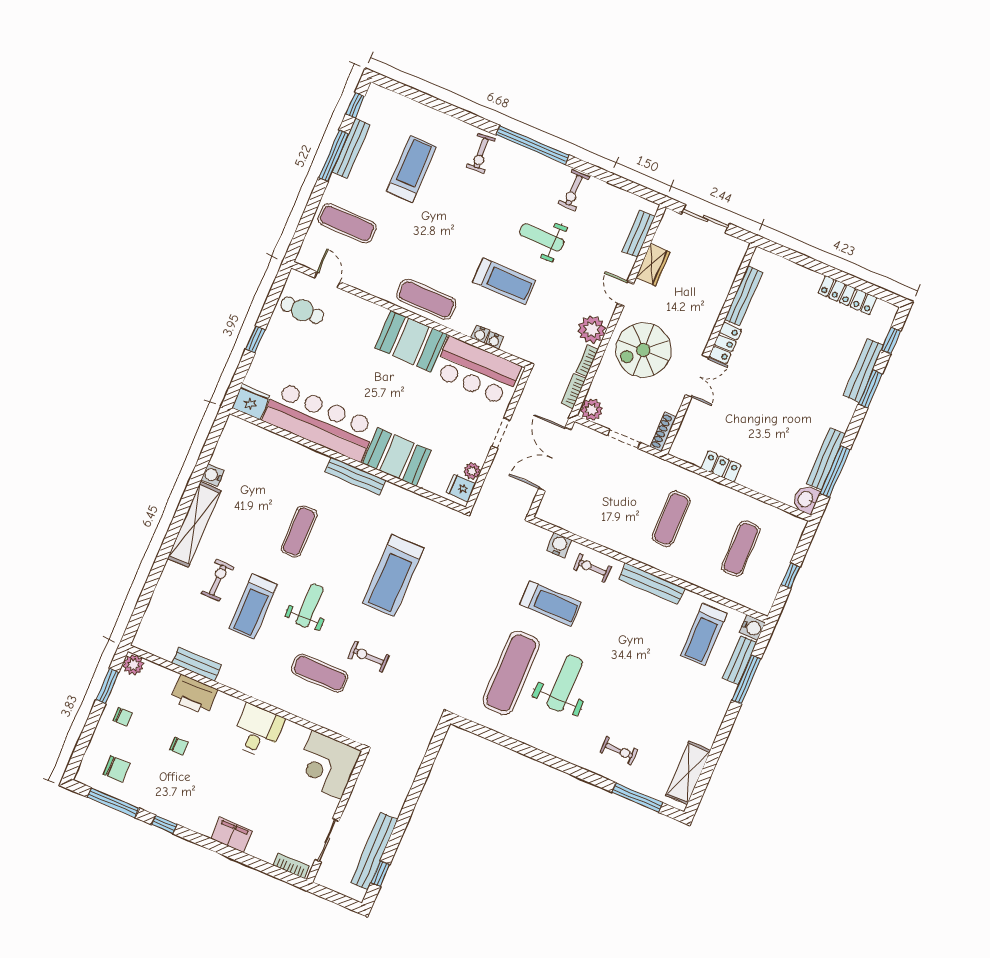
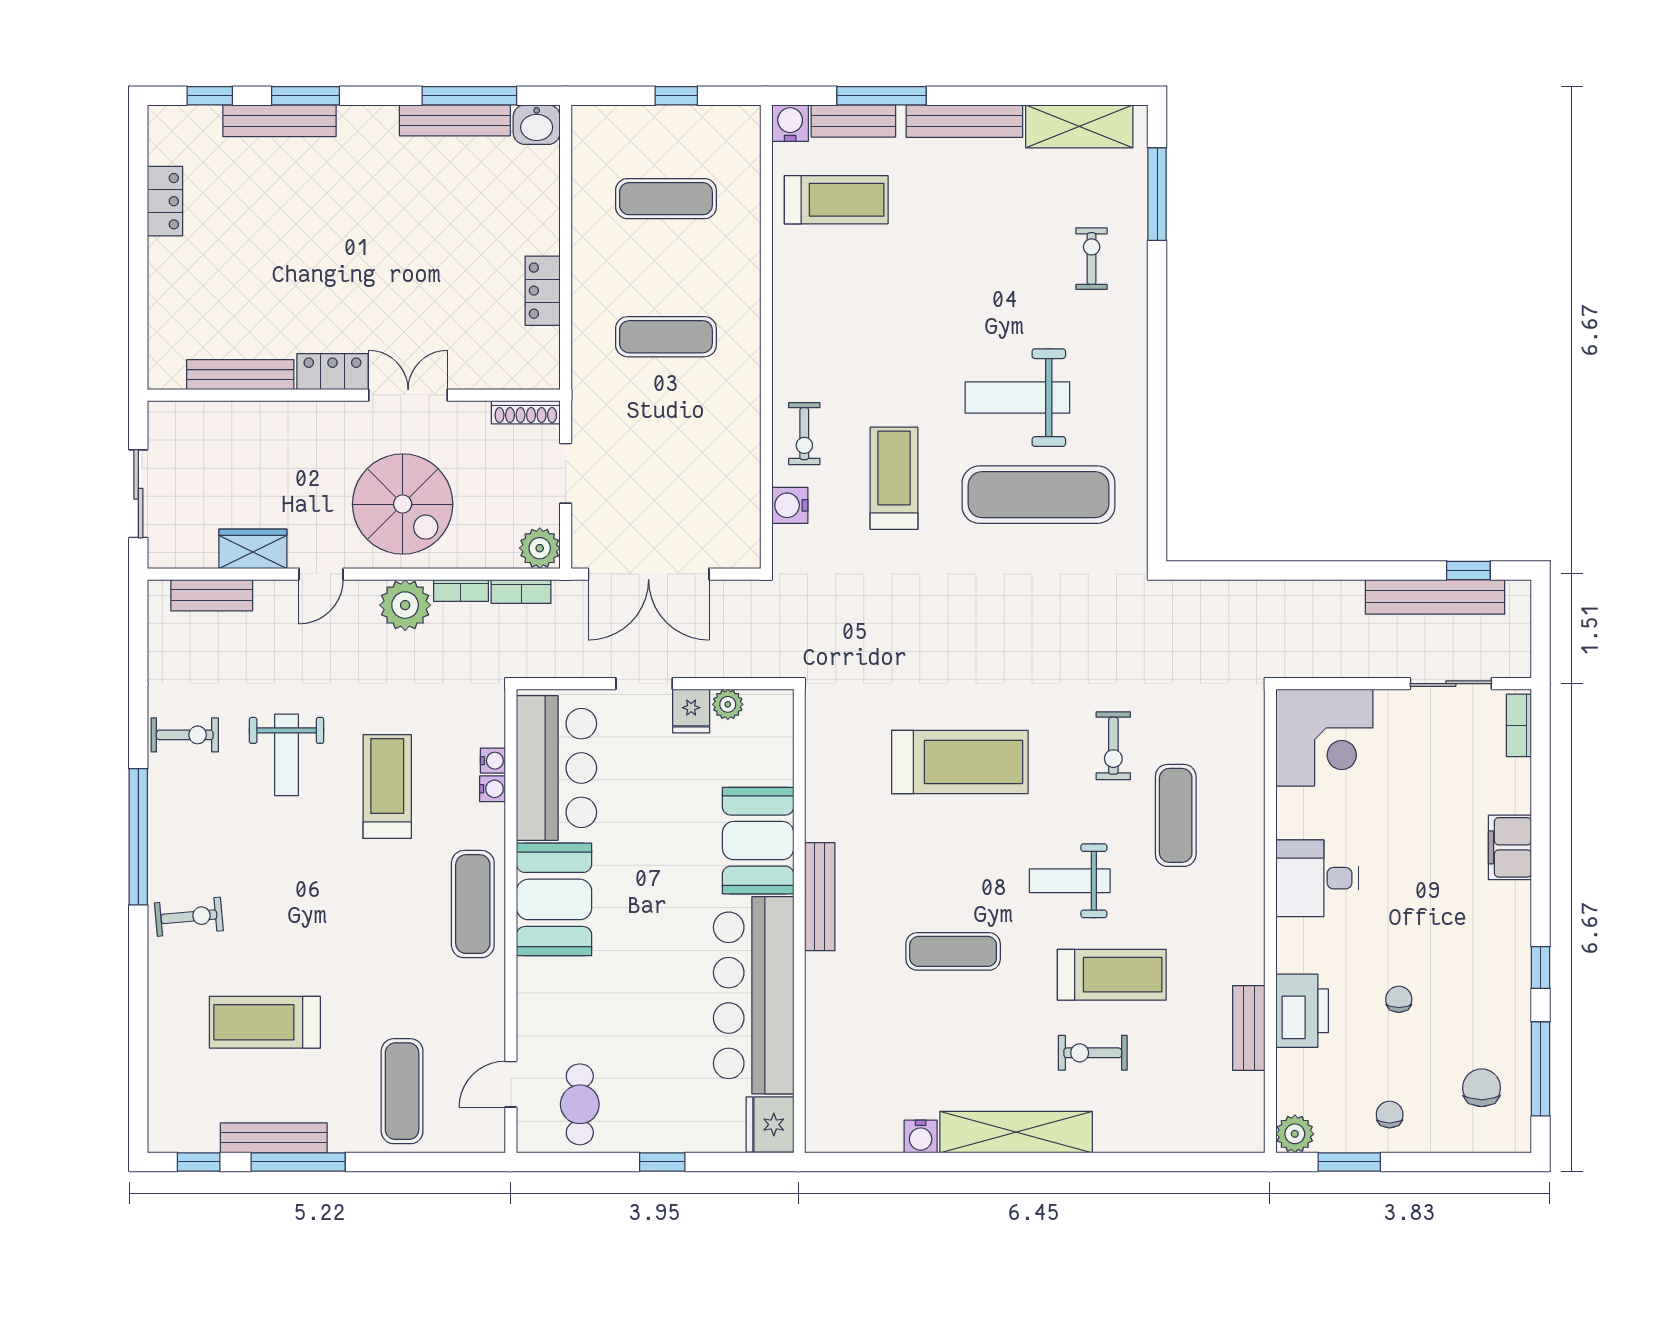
locker: (847, 295) -> (165, 201), width x0.66
fridge: (461, 488) -> (691, 711), moved
bench: (652, 584) -> (964, 121), moved, turned 90

